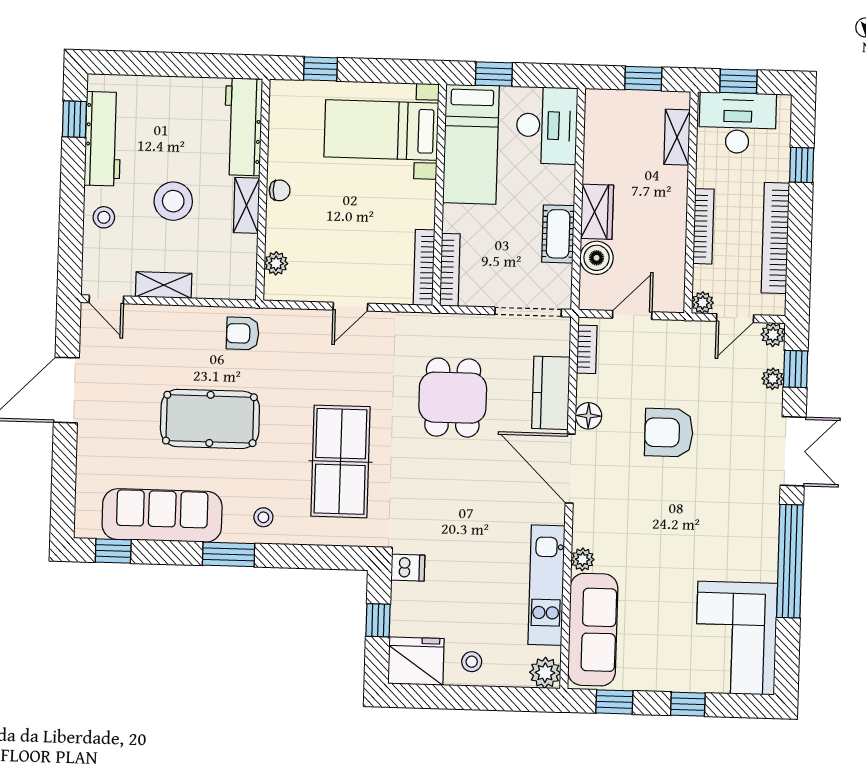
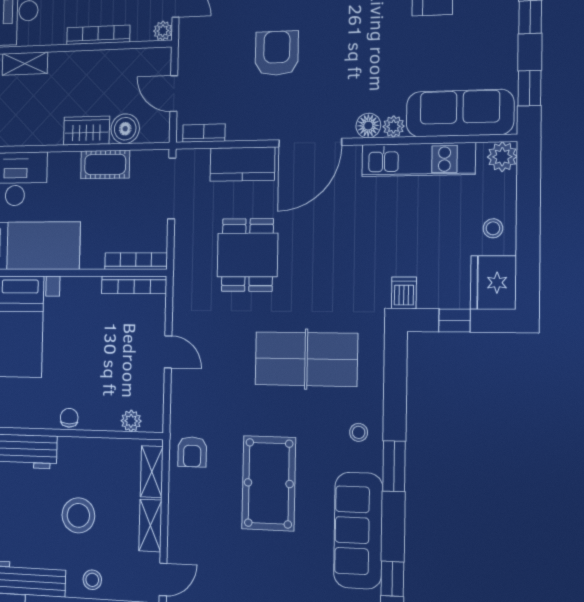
shelving: (246, 205) -> (152, 472), moved, turned 90
dining table: (453, 398) -> (247, 255), turned 90
floor lamp: (588, 416) -> (368, 126), moved
armchair: (669, 433) -> (277, 53), turned 180

